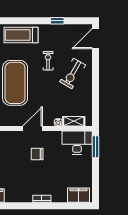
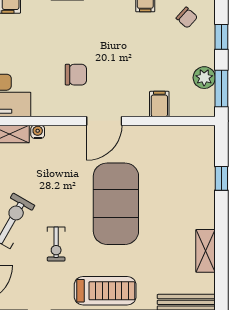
door: (32, 129) -> (104, 121), moved

